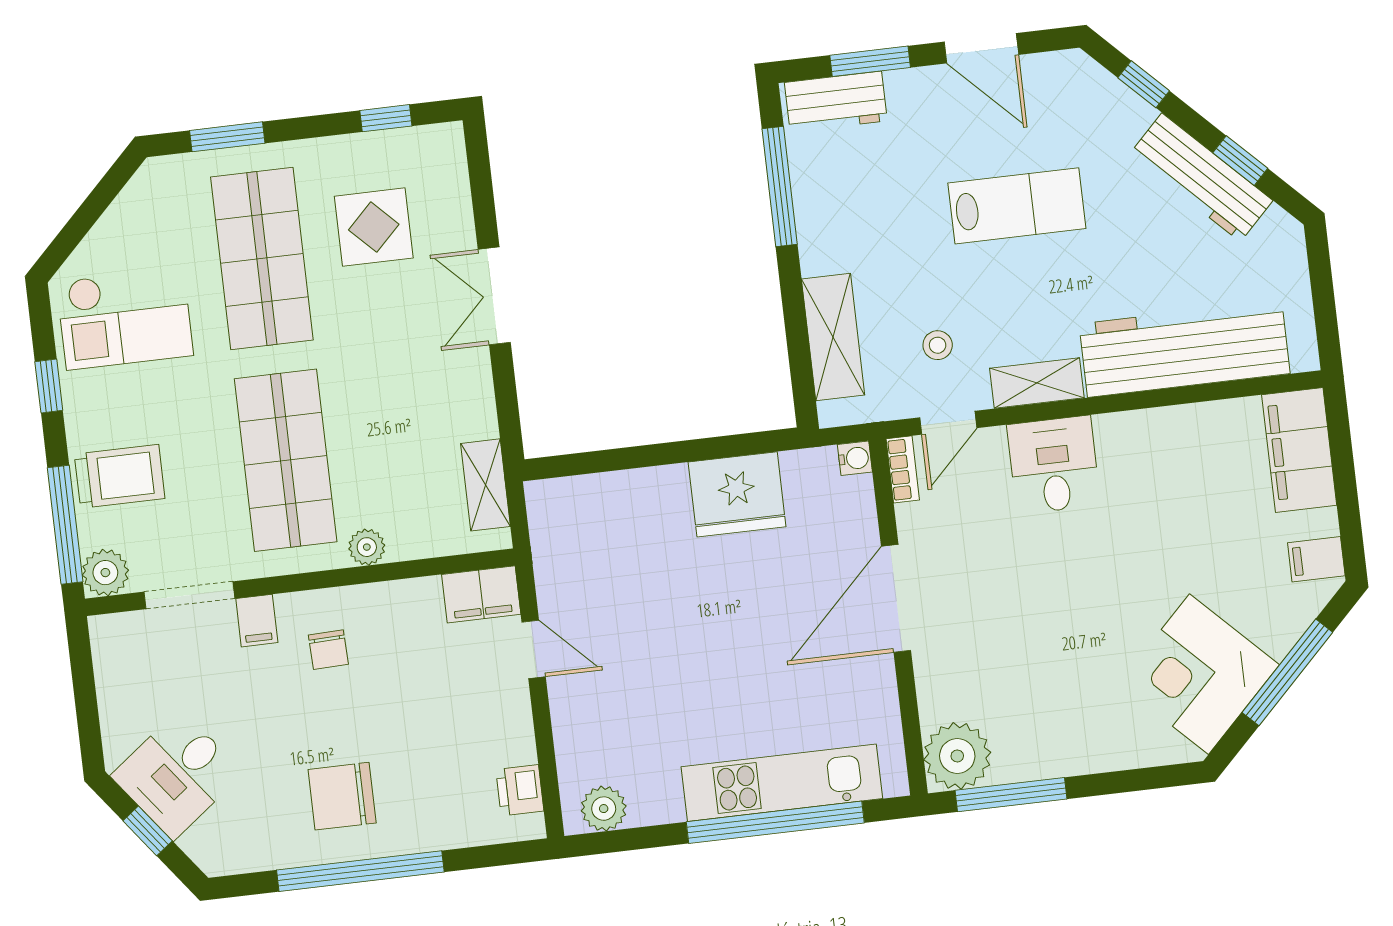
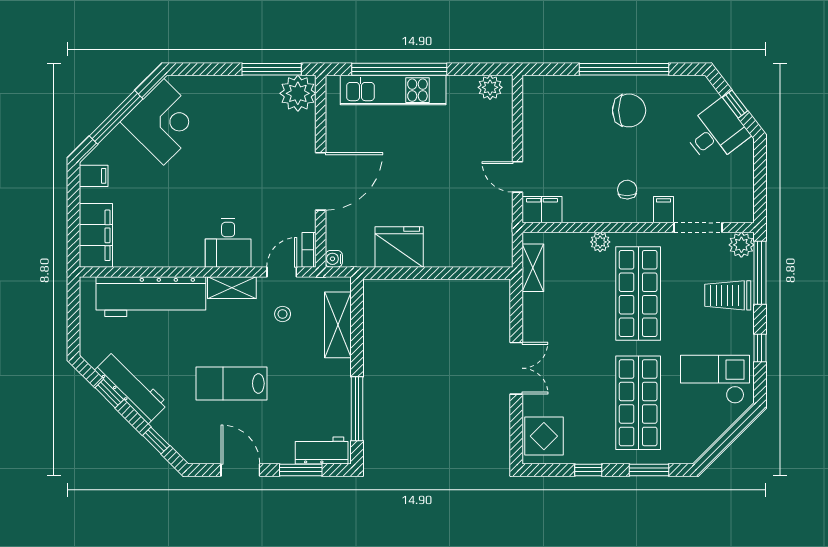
window: (386, 118) -> (588, 470), moved
display table: (374, 227) -> (544, 436), moved
printer: (520, 790) -> (534, 103), removed

